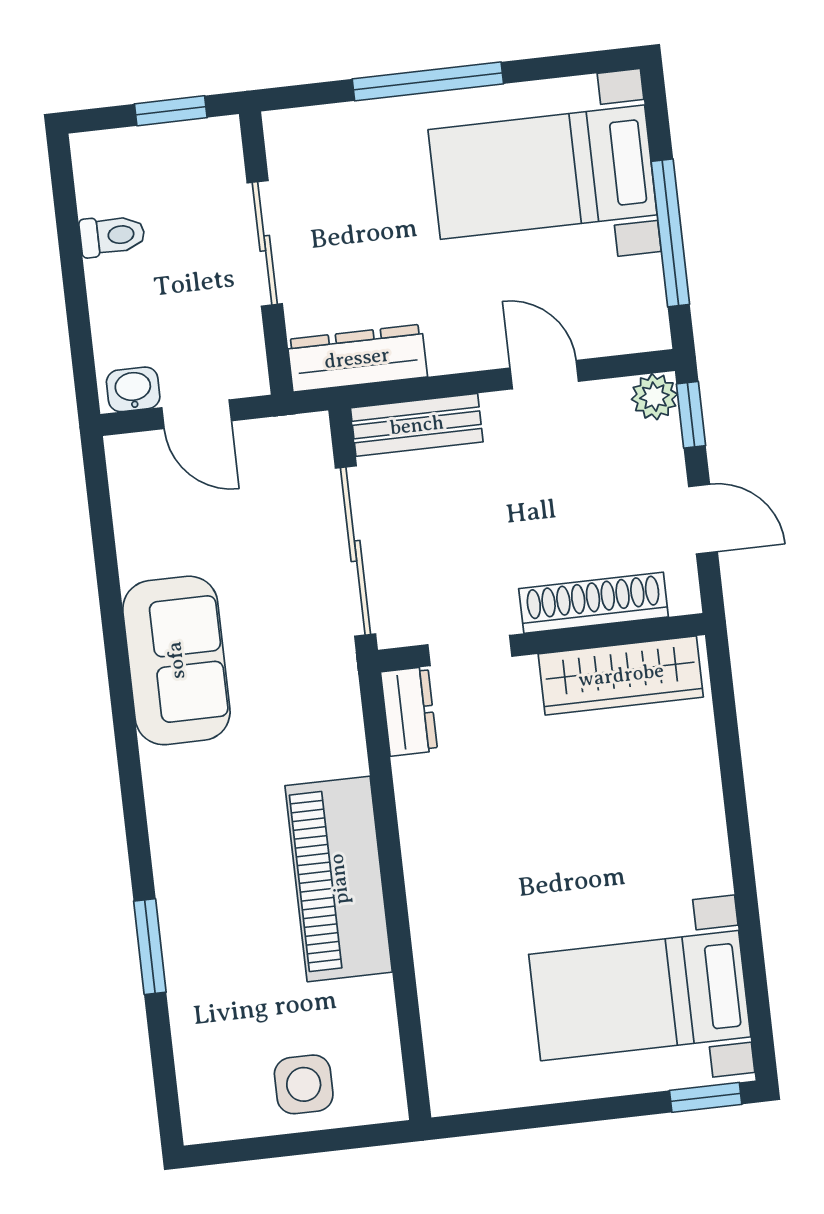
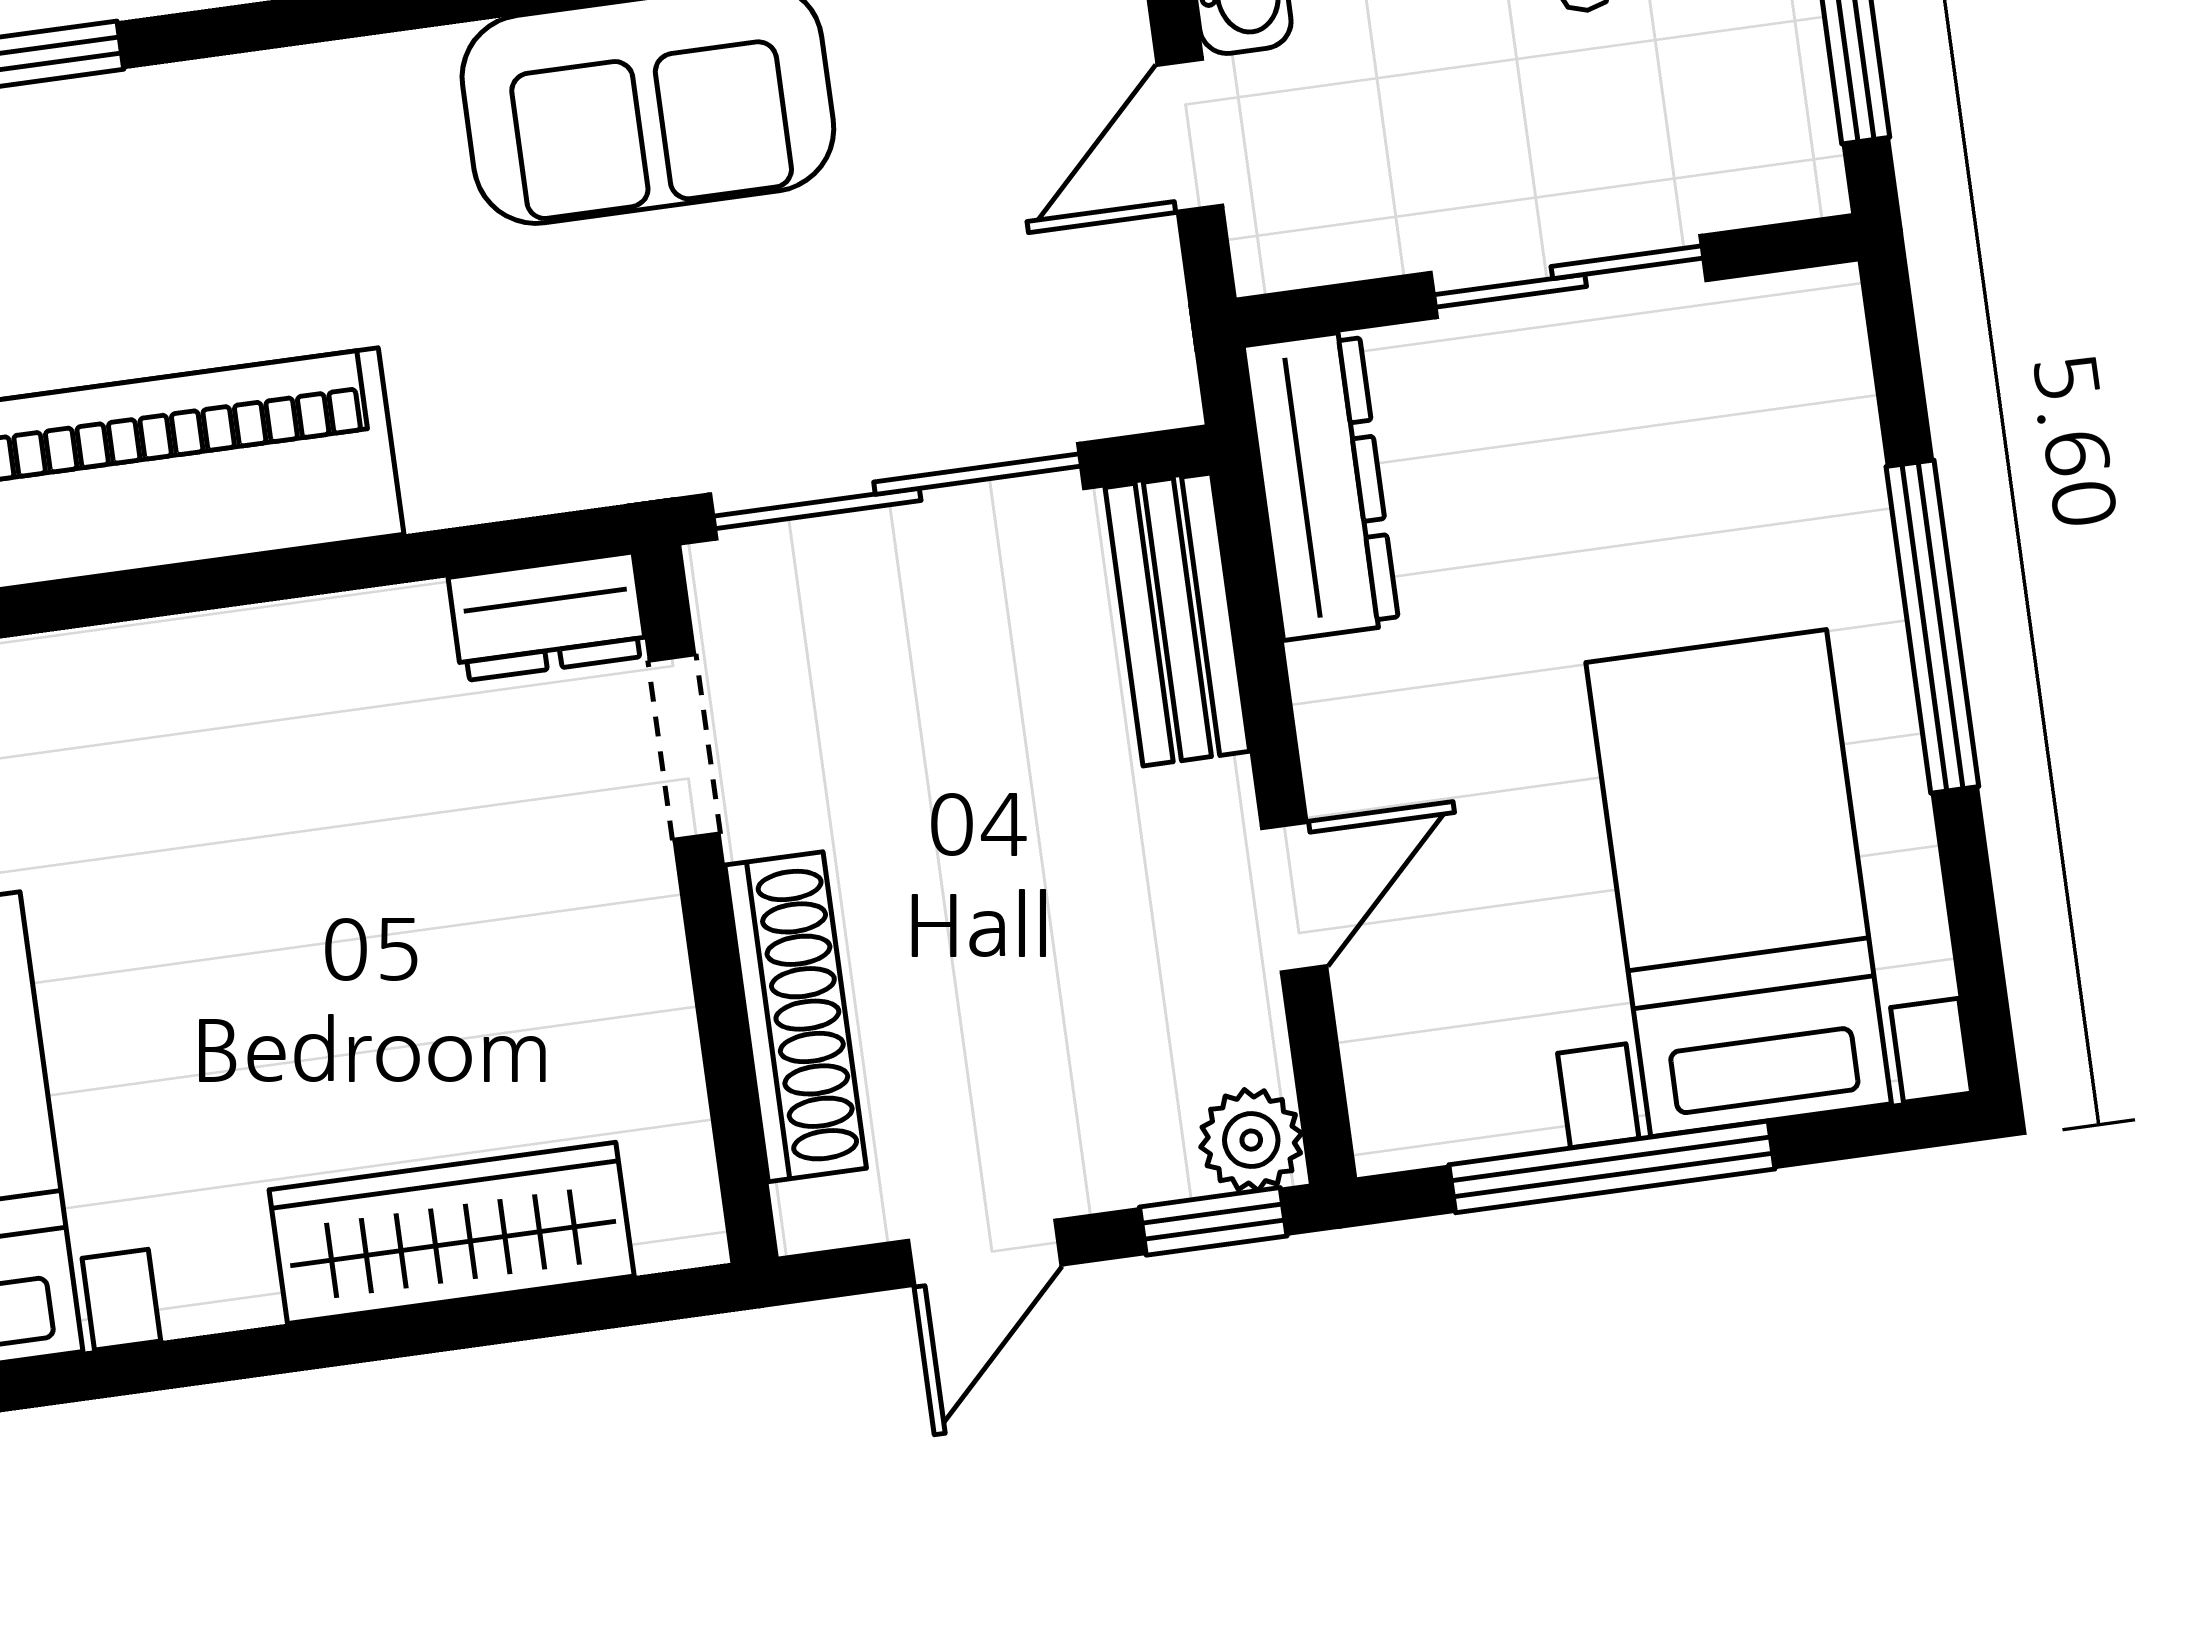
wardrobe: (621, 675) -> (452, 1233), moved, turned 90

